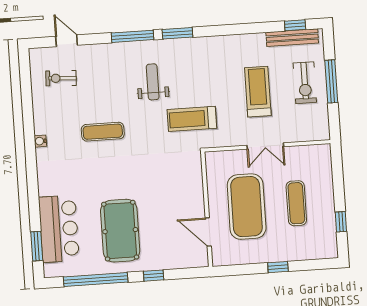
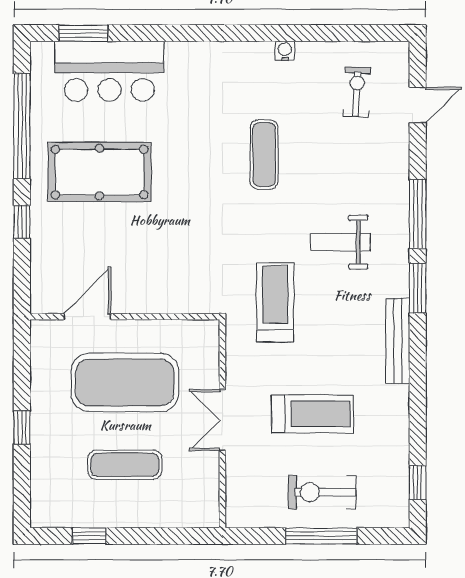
bench: (292, 38) -> (398, 341), moved
weight bench: (153, 82) -> (340, 242), turned 180
water cooler: (40, 141) -> (285, 51), moved

